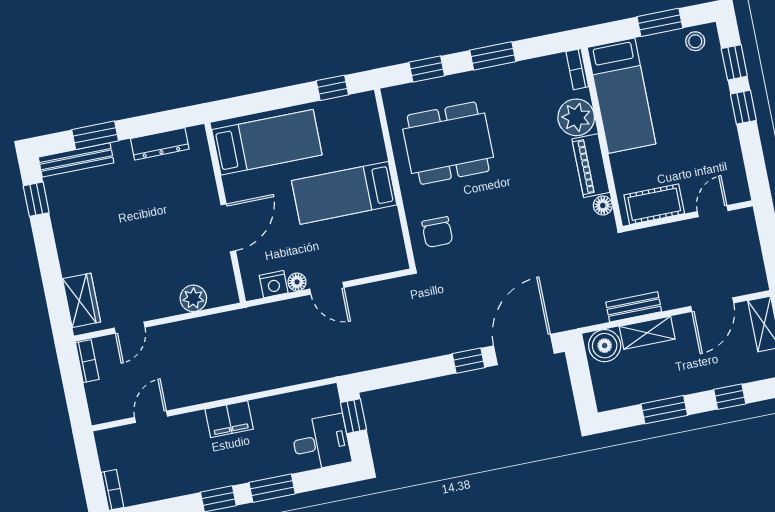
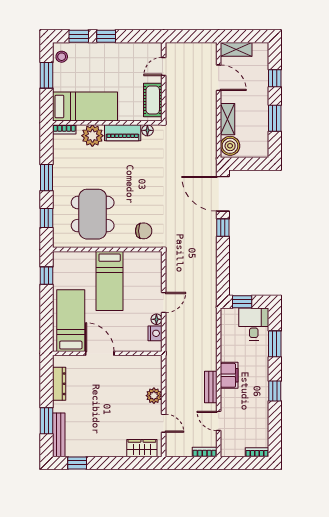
door: (713, 211) -> (164, 66), hinge flipped
door: (228, 228) -> (100, 353), moved
plant: (193, 298) -> (154, 396), moved
bench: (634, 307) -> (211, 387), moved
bookcase: (87, 361) -> (205, 452), moved
window: (272, 488) -> (275, 344), moved

